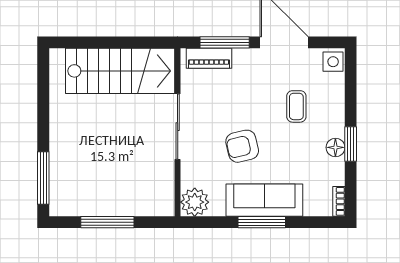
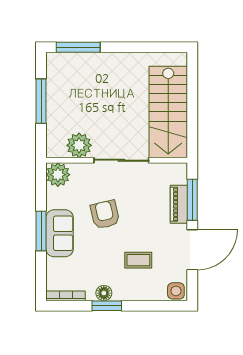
piano: (209, 58) -> (179, 204), moved
plant: (160, 177) -> (79, 145), added
sofa: (264, 200) -> (60, 233), width x0.73
bookcase: (339, 201) -> (66, 296), width x1.56

